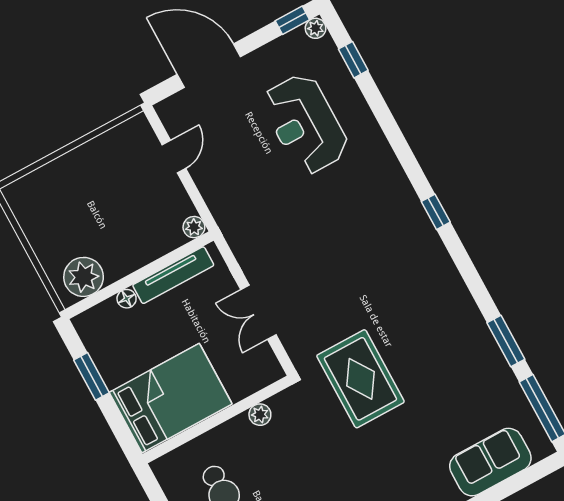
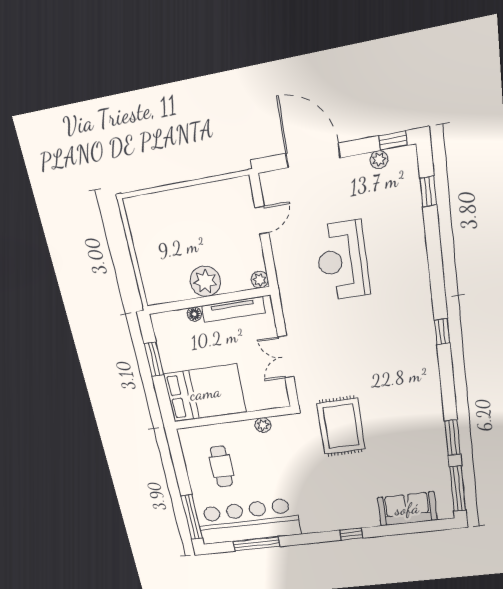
plant: (316, 28) -> (379, 160), moved
reception desk: (305, 124) -> (342, 261), moved
plant: (84, 277) -> (205, 281), moved

